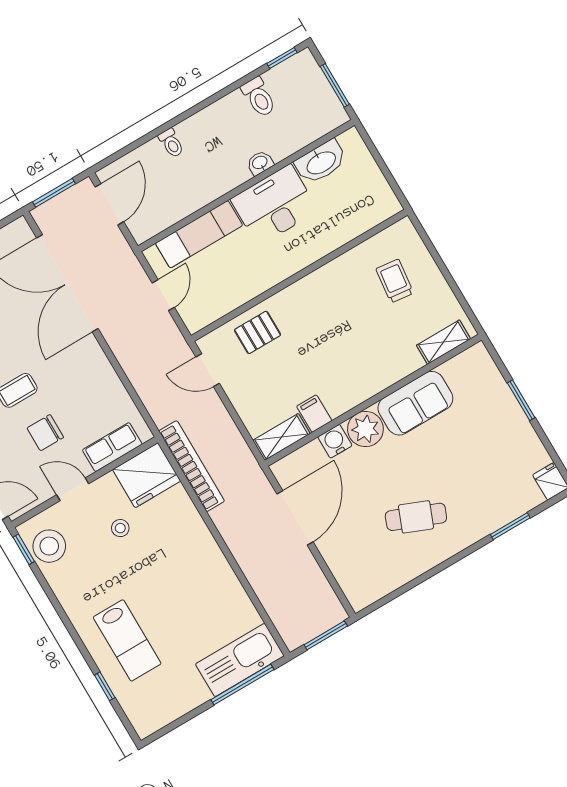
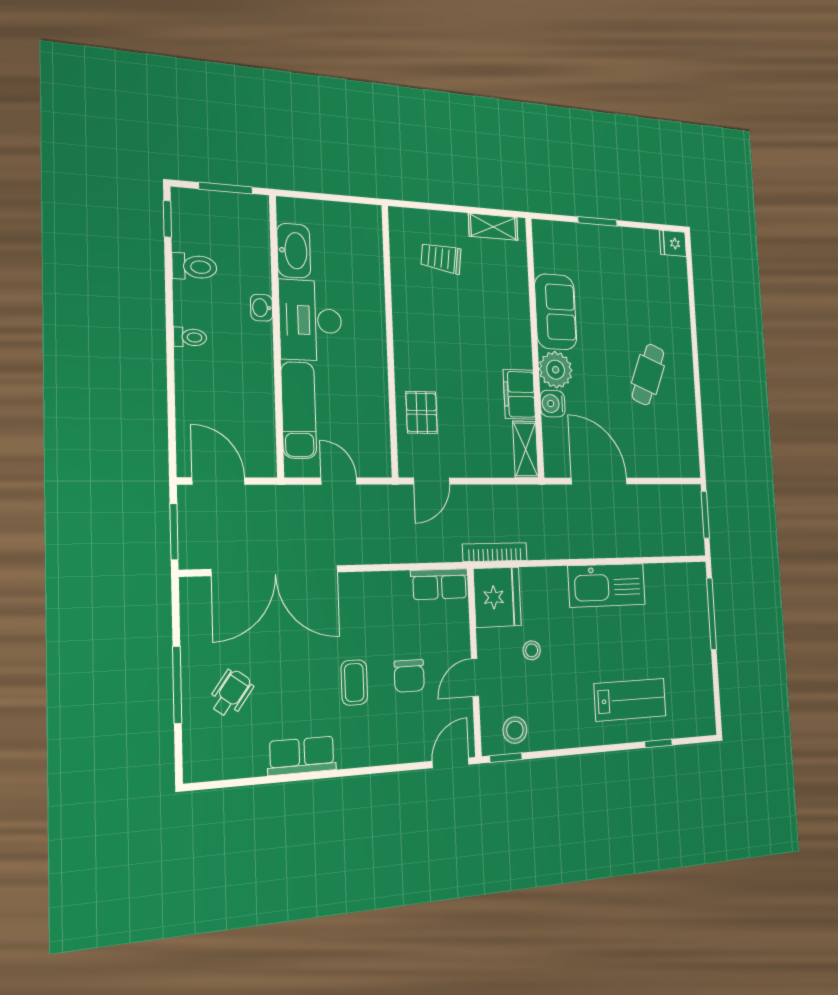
toilet: (171, 143) -> (190, 337), moved
shelving: (443, 342) -> (493, 227), moved, turned 90
filing cabinet: (314, 414) -> (519, 394), width x2.00
row of seats: (112, 447) -> (440, 584), moved, turned -90
bookcase: (192, 466) -> (495, 552), width x0.68, depth x0.76
window: (510, 526) -> (692, 301), removed
stool: (49, 546) -> (515, 730), width x0.73, depth x0.73
kitchen sink: (240, 660) -> (607, 585), moved, turned -90

